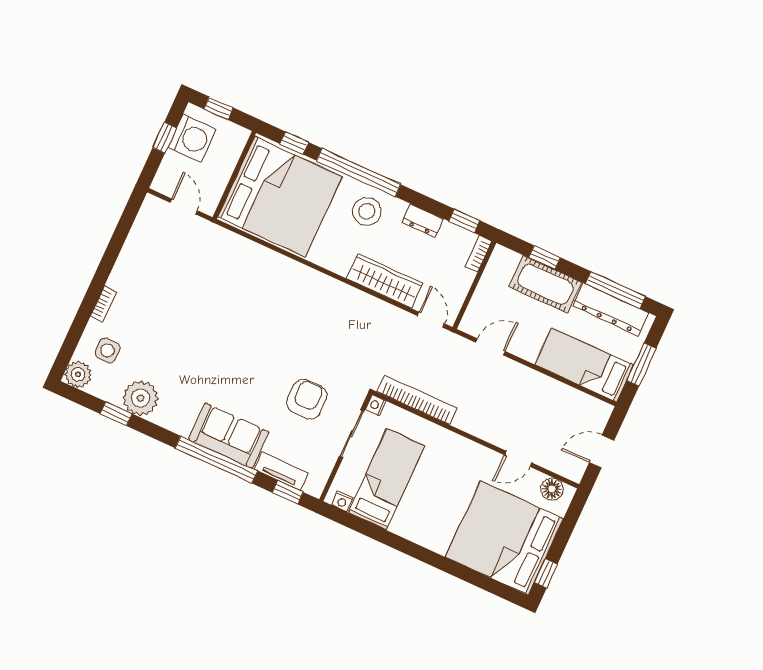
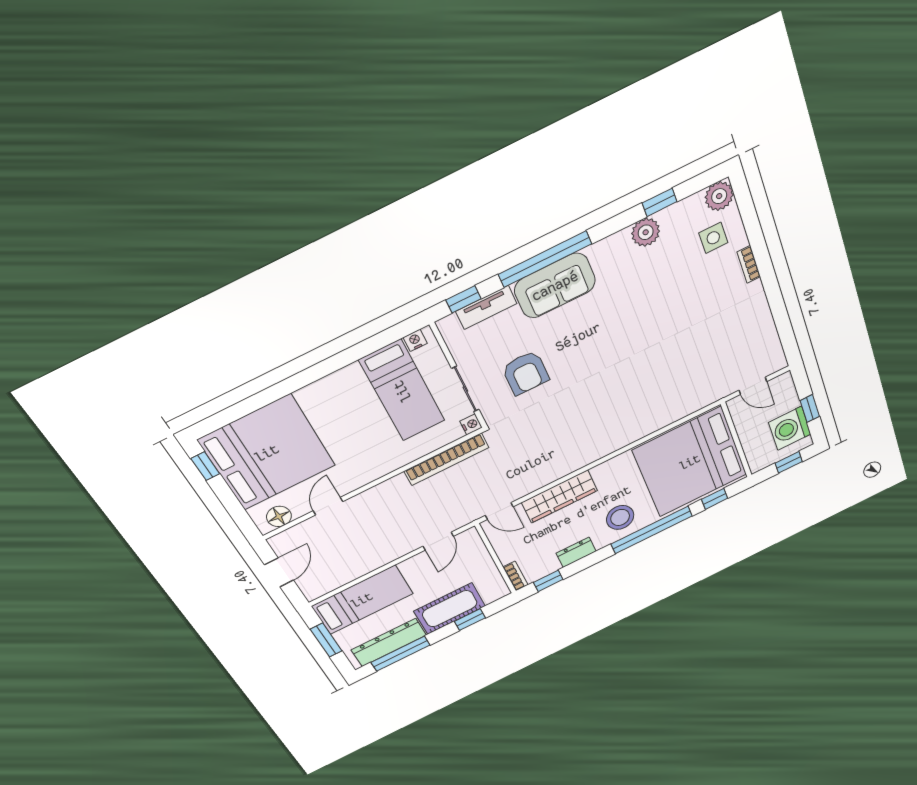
plant: (141, 398) -> (646, 232), width x0.73, depth x0.73

